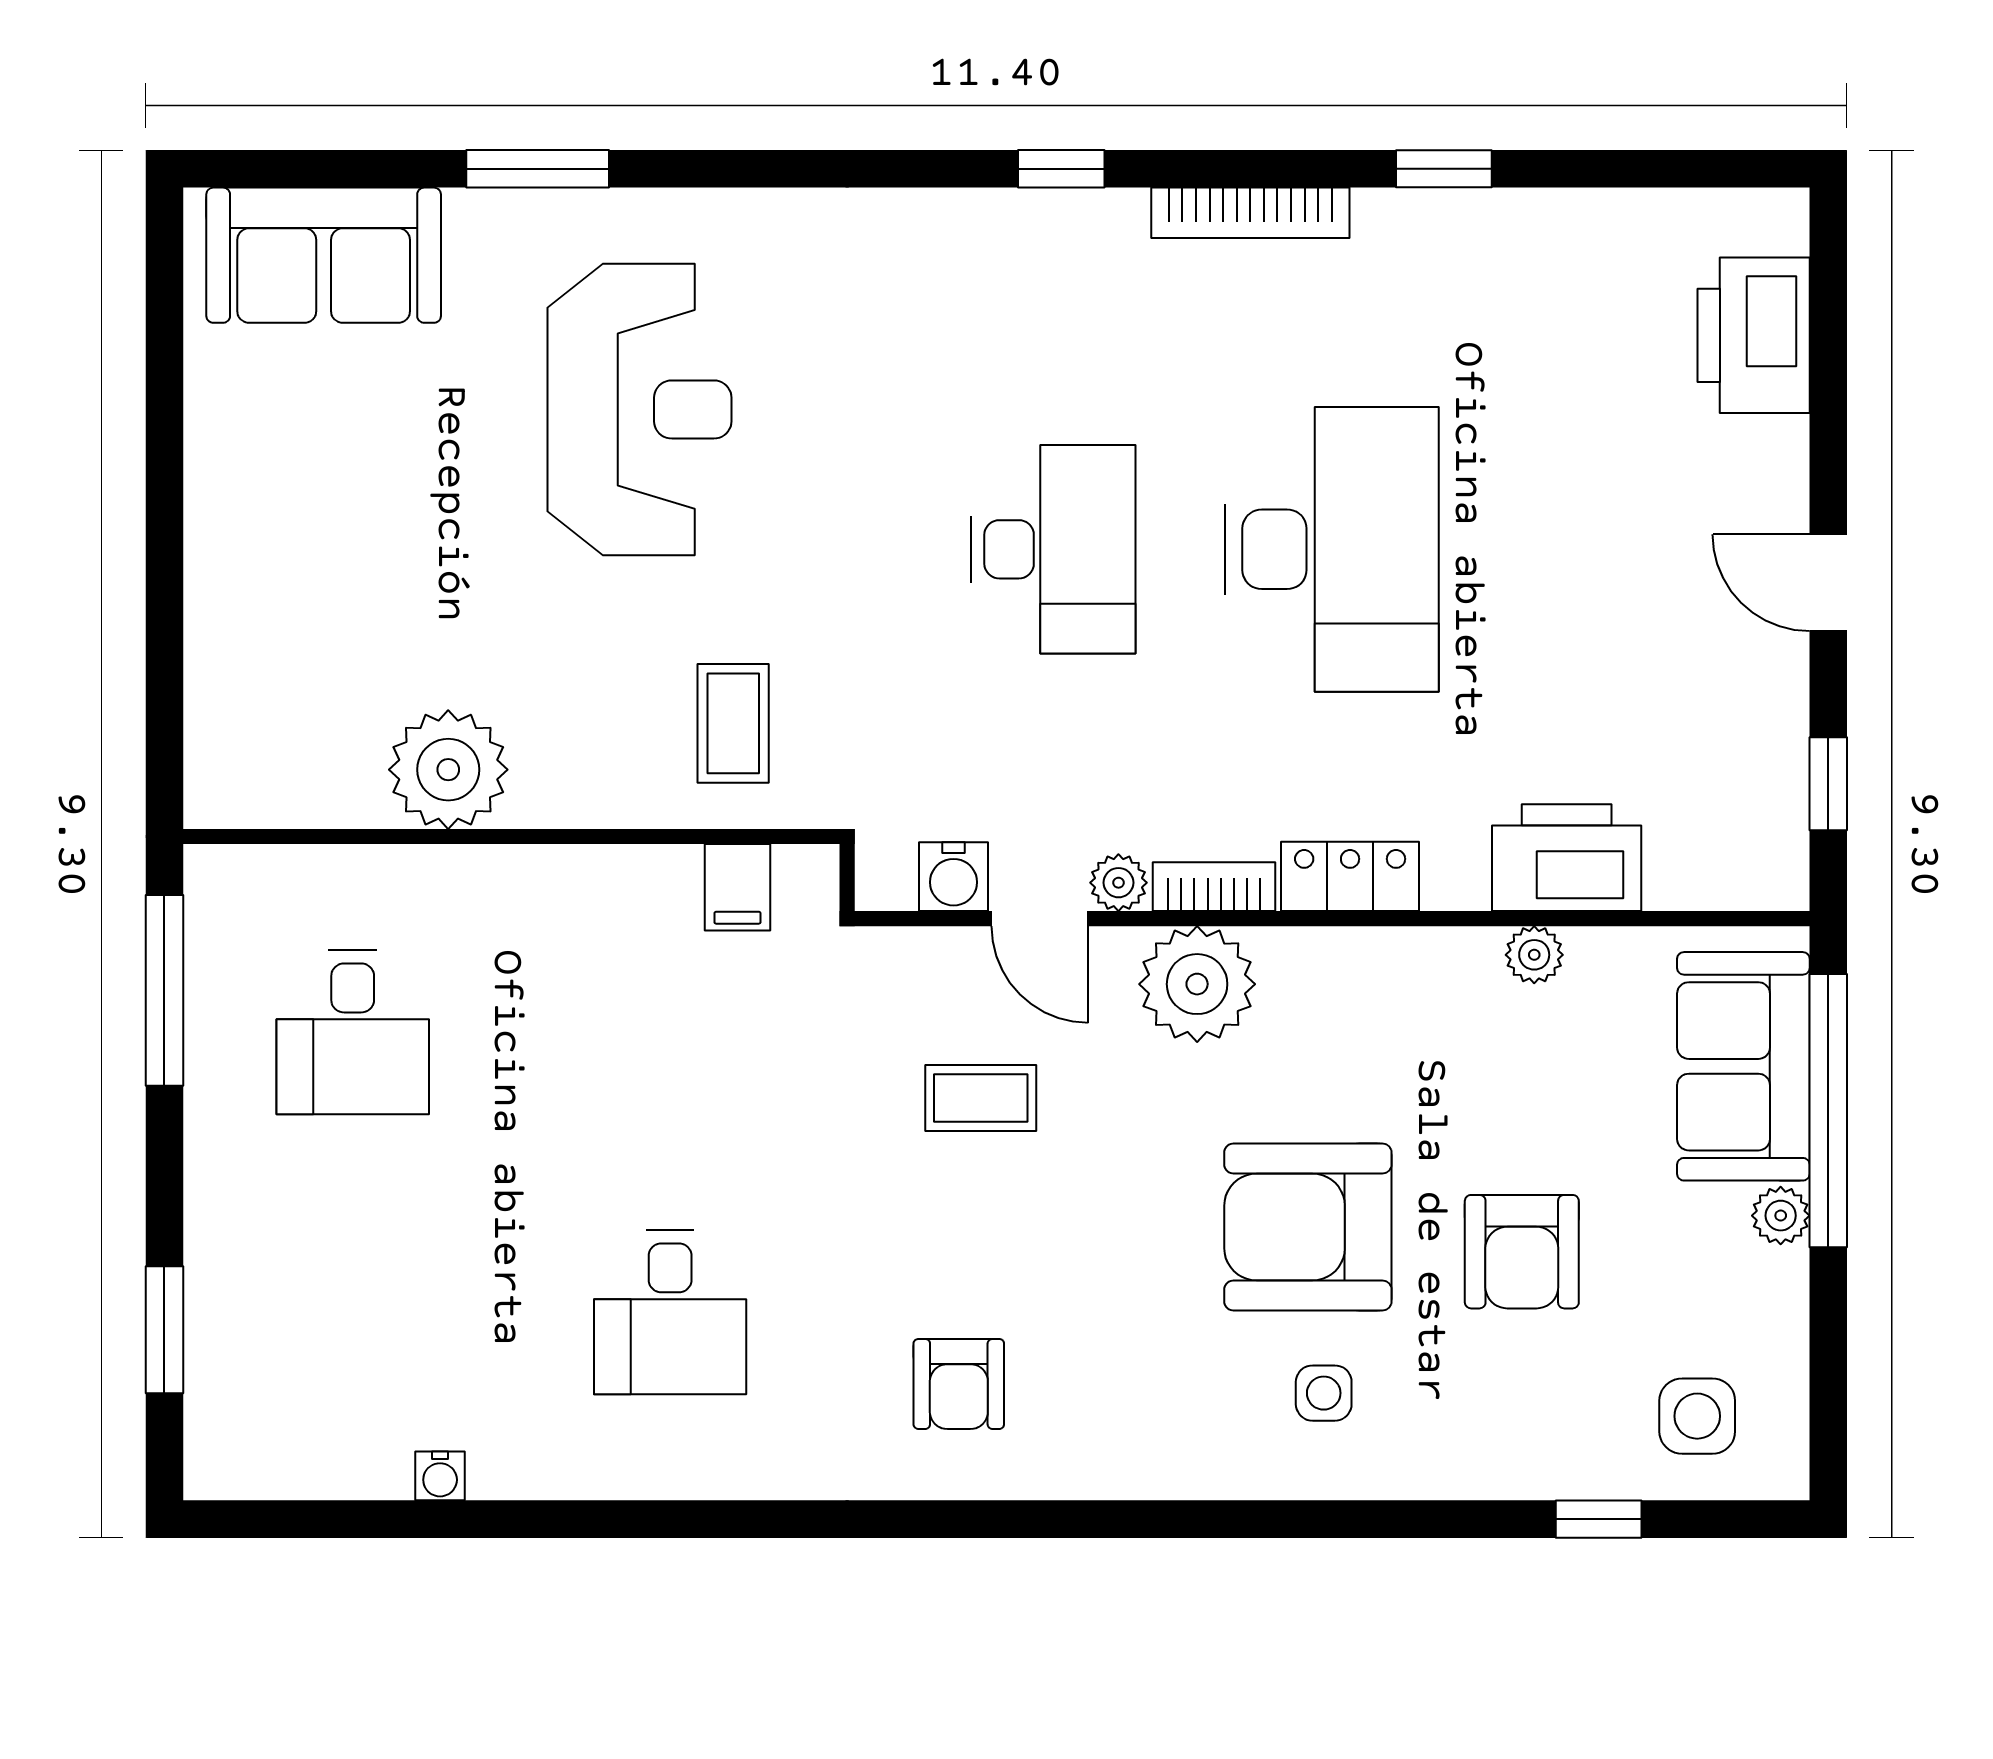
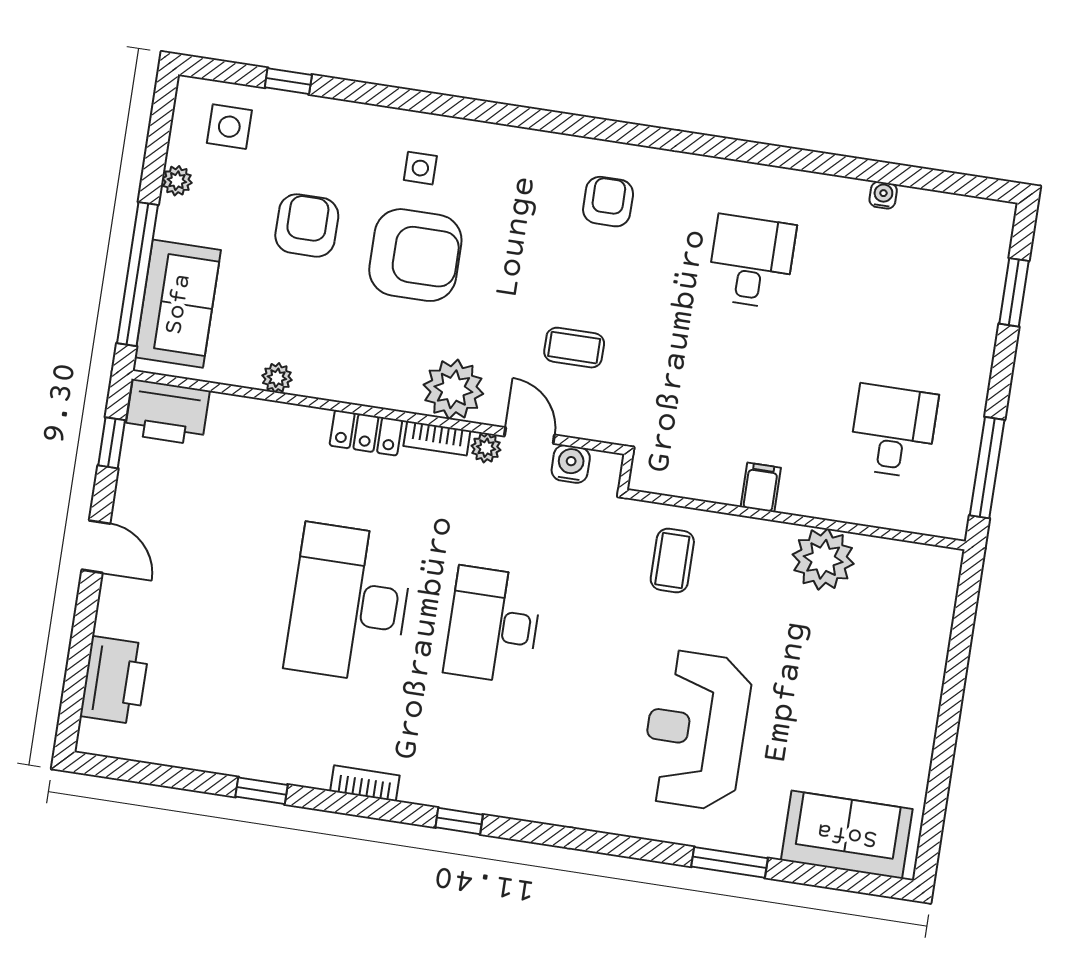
bookcase: (1250, 213) -> (365, 783), width x0.64
printer: (1567, 858) -> (167, 412), moved
filing cabinet: (737, 887) -> (761, 487), moved
plant: (1781, 1216) -> (177, 181), moved

